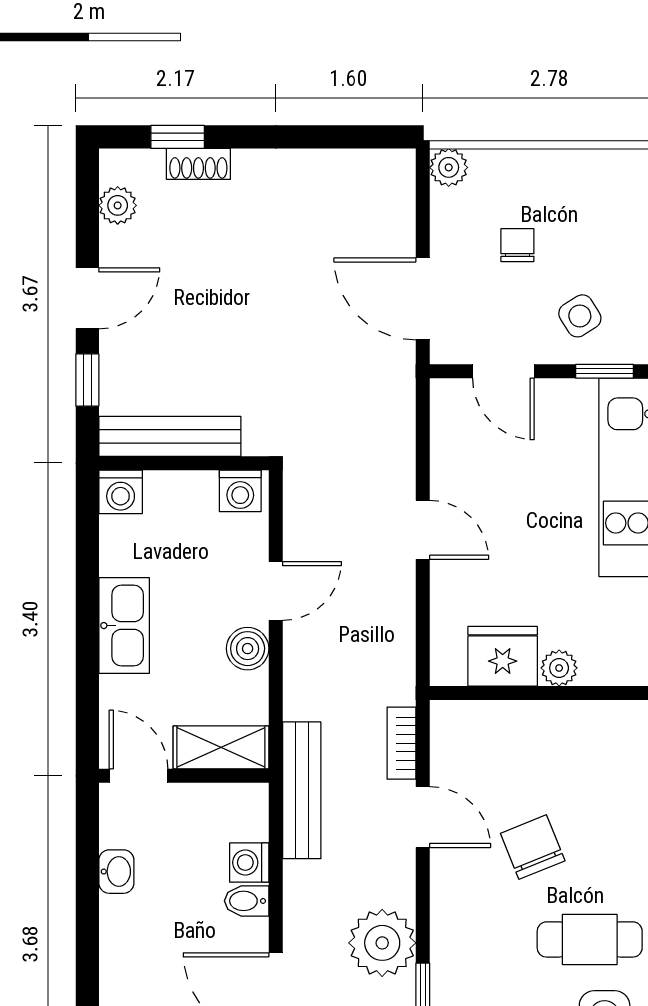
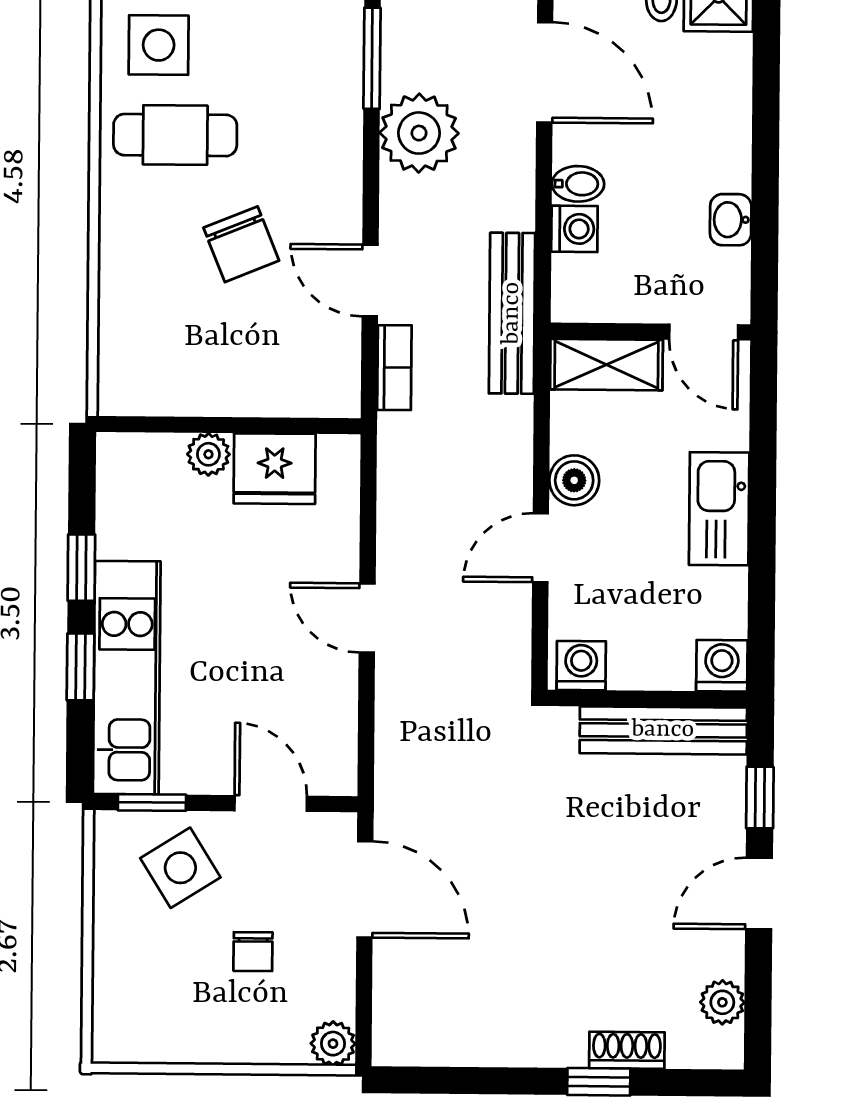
window: (178, 137) -> (599, 1082), moved
side table: (580, 316) -> (180, 868), width x1.37, depth x1.37

